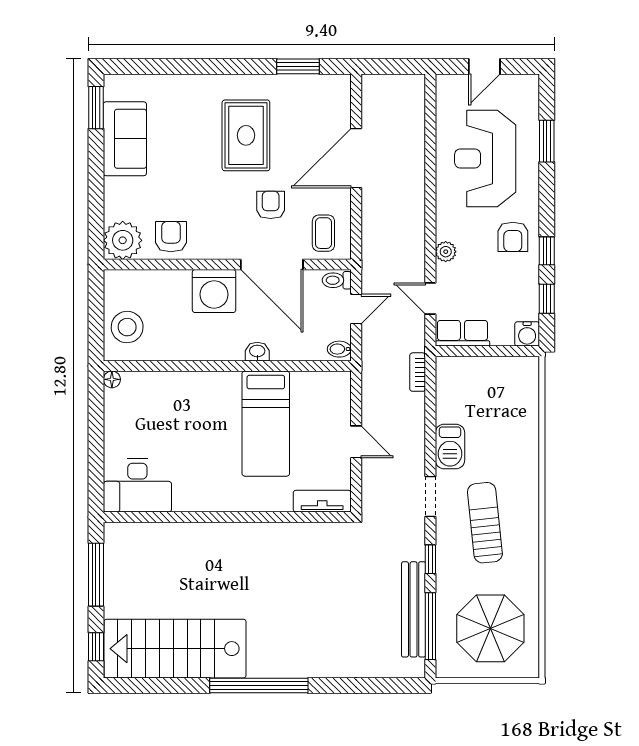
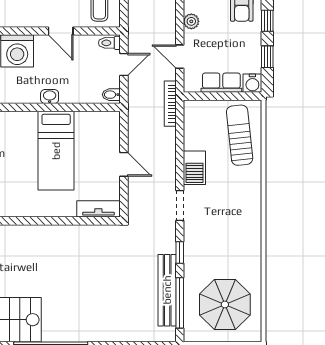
door: (272, 264) -> (61, 31), width x0.53
row of seats: (462, 333) -> (221, 83), moved
bookcase: (418, 372) -> (170, 104), width x1.56
sun lounger: (485, 523) -> (240, 135), moved

